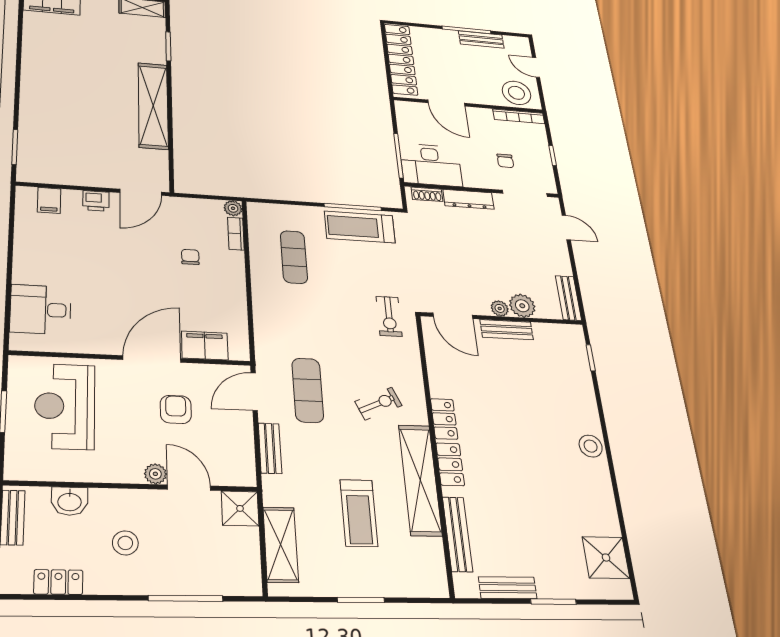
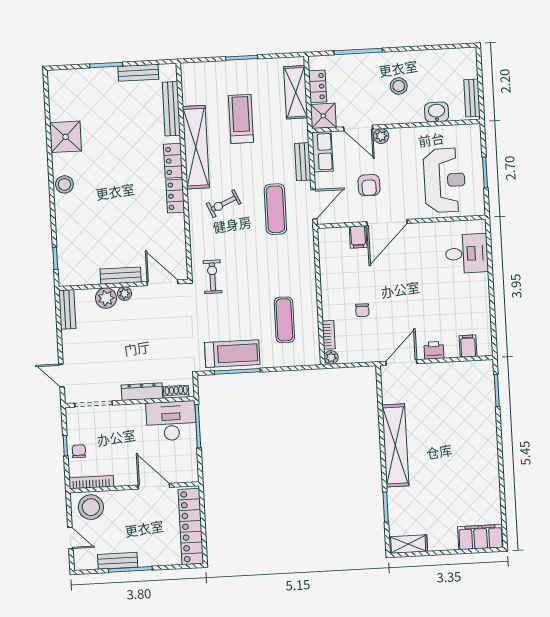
chair: (505, 161) -> (79, 451), moved
filing cabinet: (205, 346) -> (358, 237), width x0.50
row of seats: (242, 459) -> (323, 152), added
shower: (606, 558) -> (66, 137), moved
locker: (58, 582) -> (318, 86), moved, turned -90

